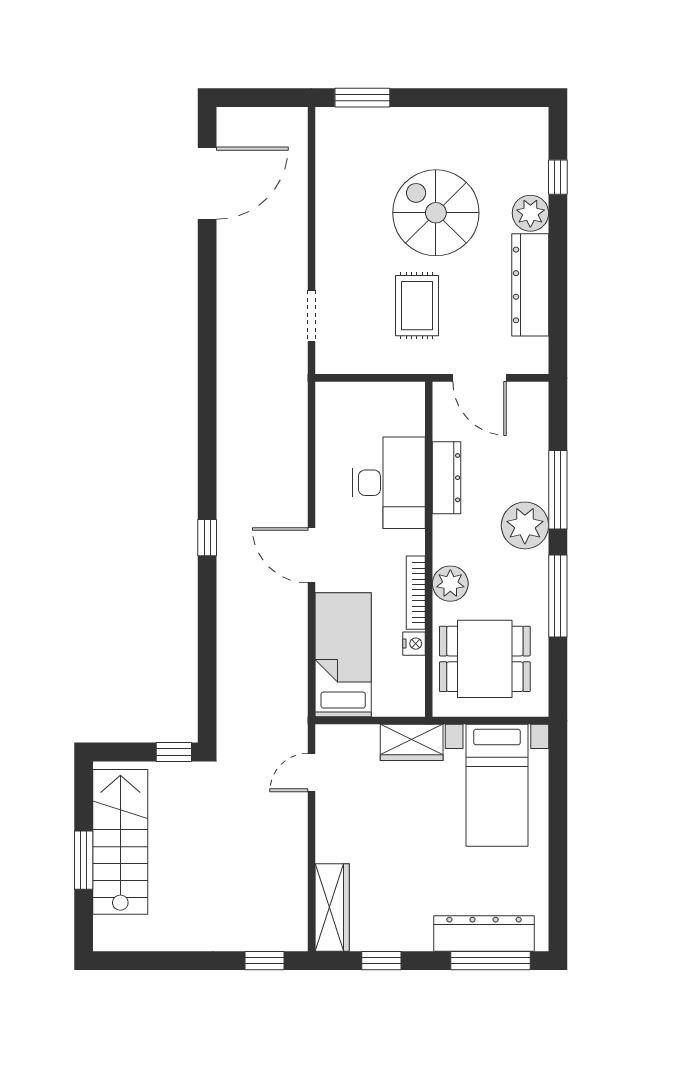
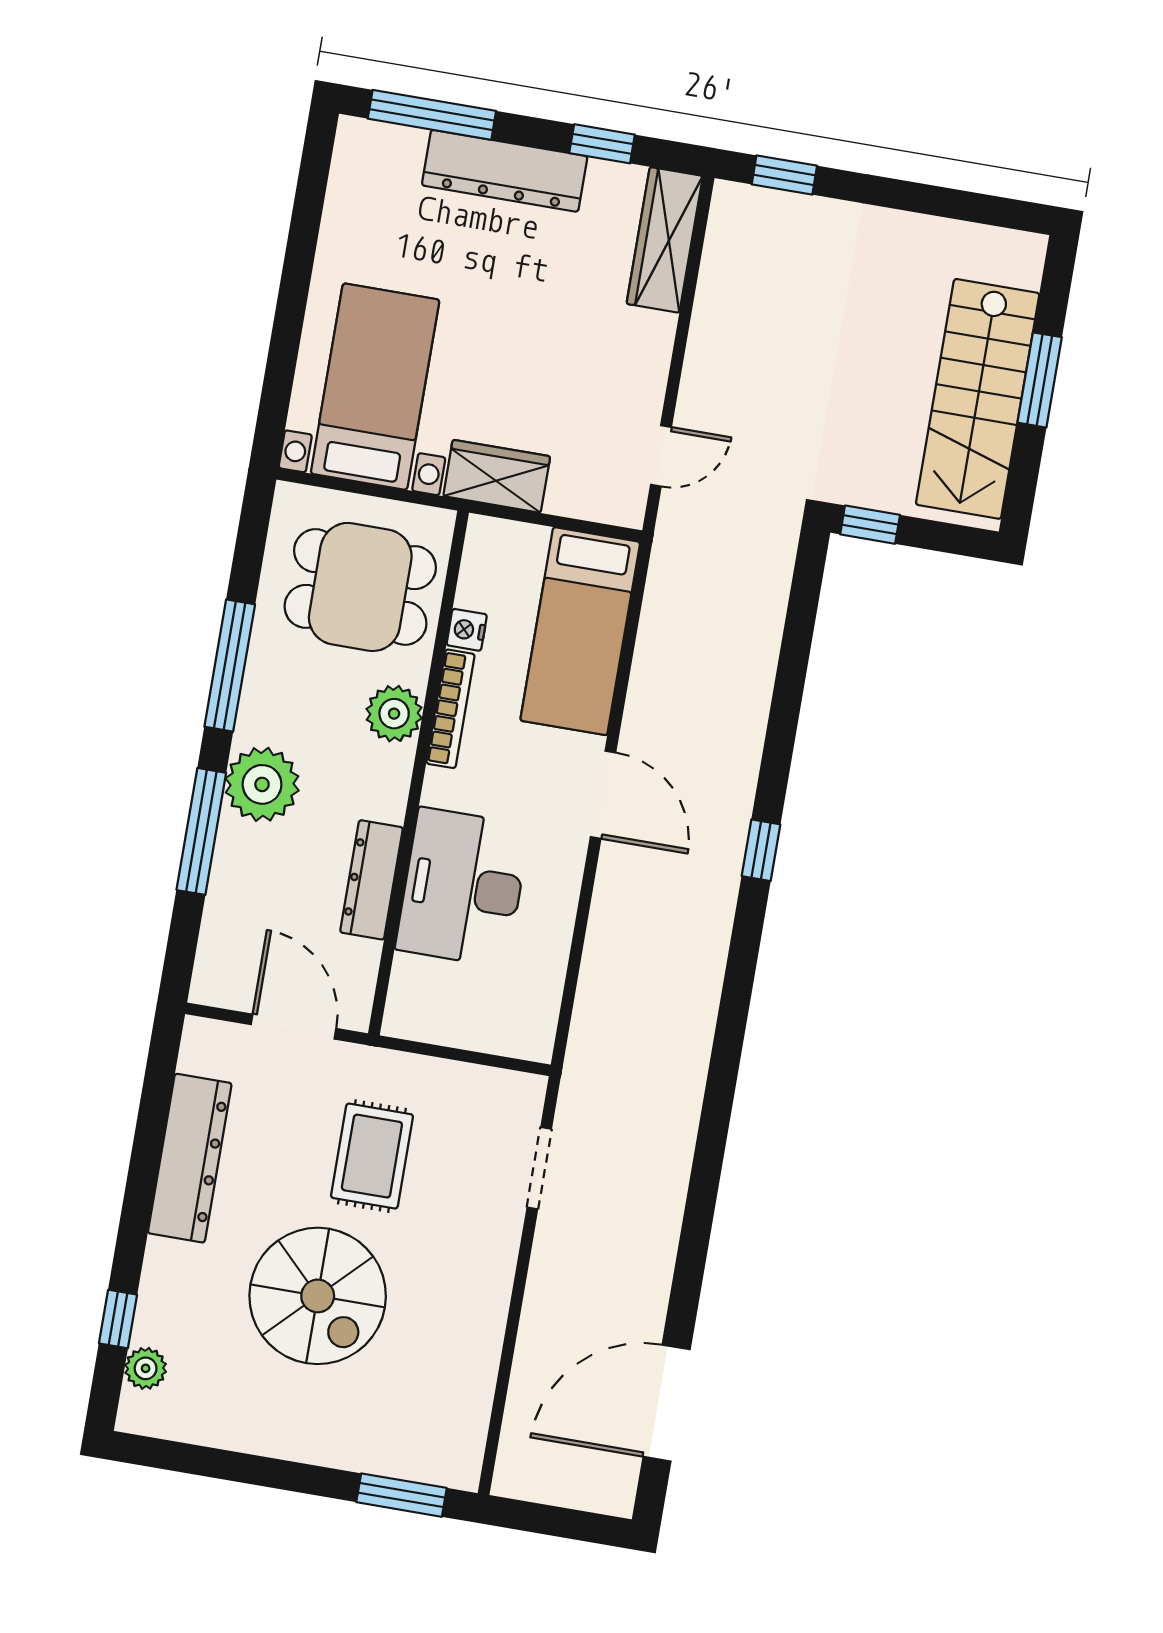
plant: (530, 213) -> (146, 1368), moved, width x0.73, depth x0.73
dresser: (484, 933) -> (505, 171), moved

